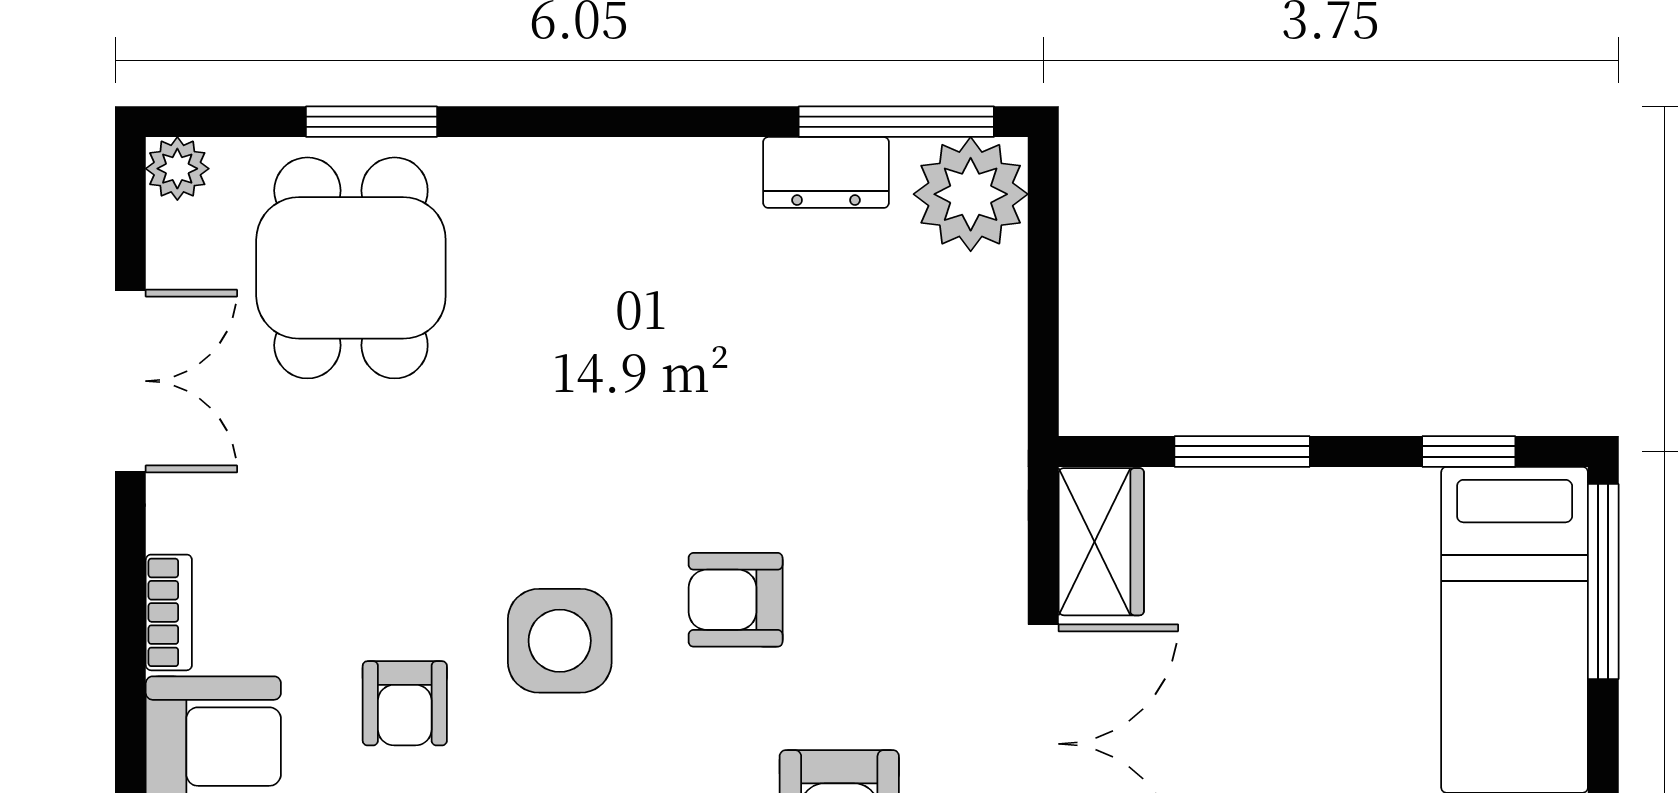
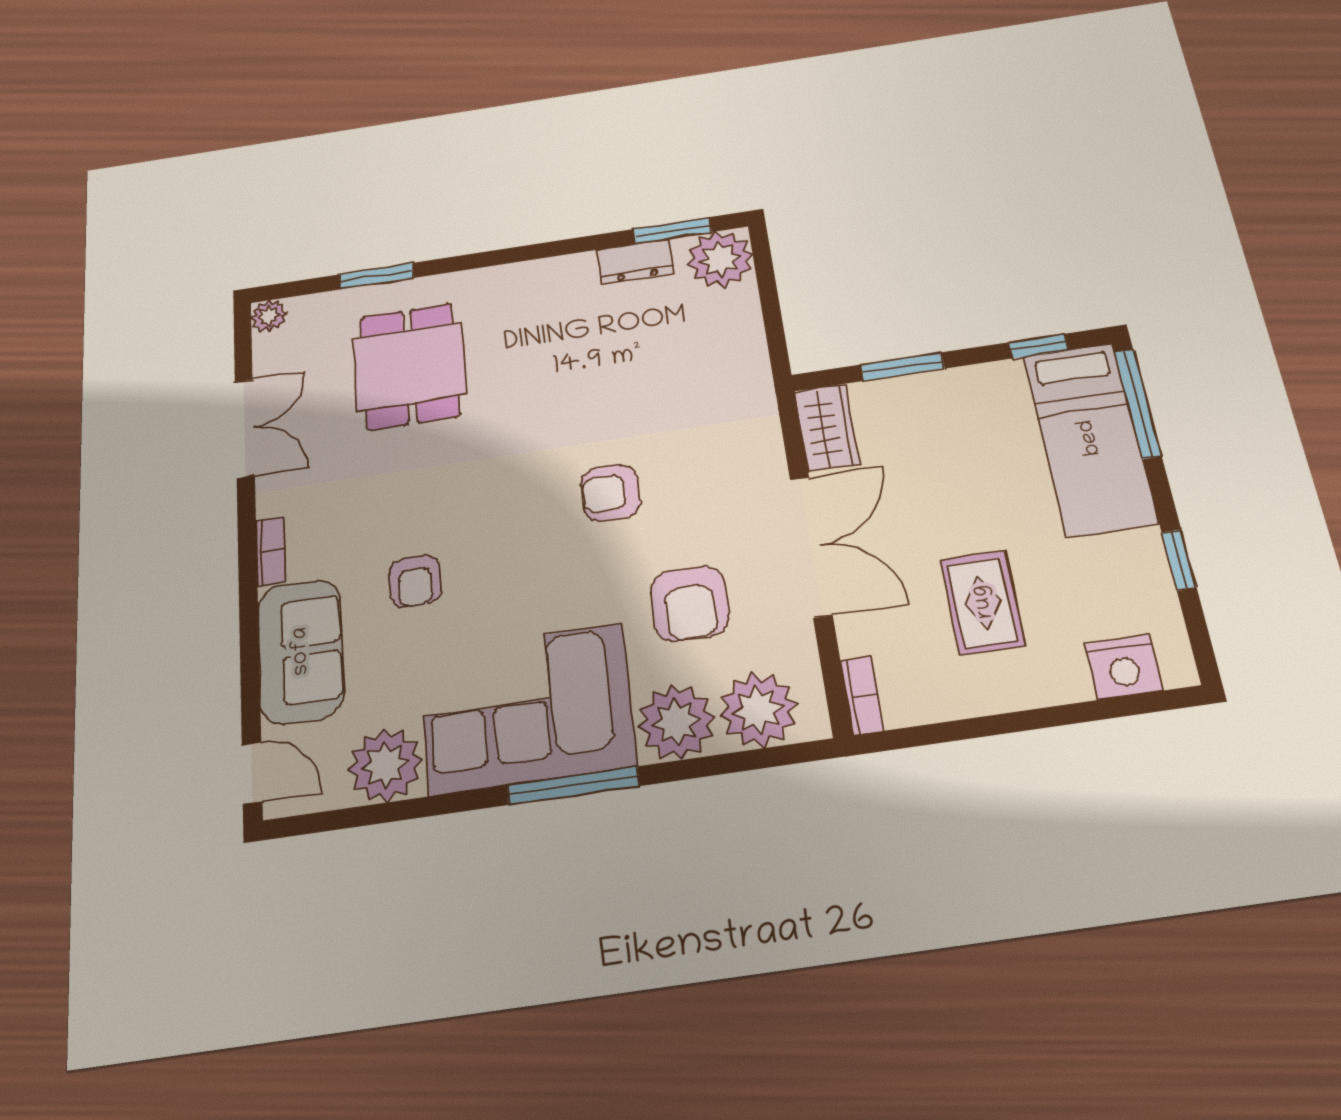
window: (896, 122) -> (672, 231), width x0.69
dining table: (351, 268) -> (410, 366), moved
side table: (560, 641) -> (507, 532), removed

